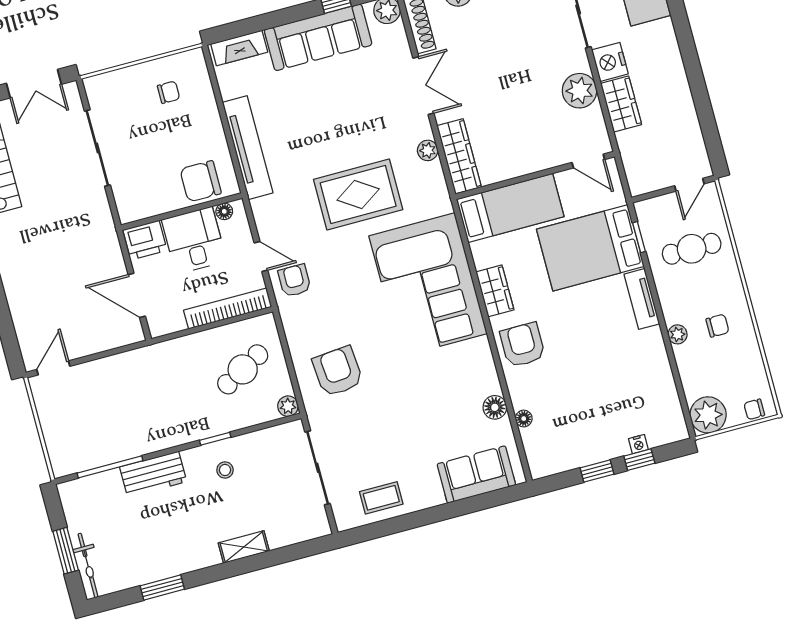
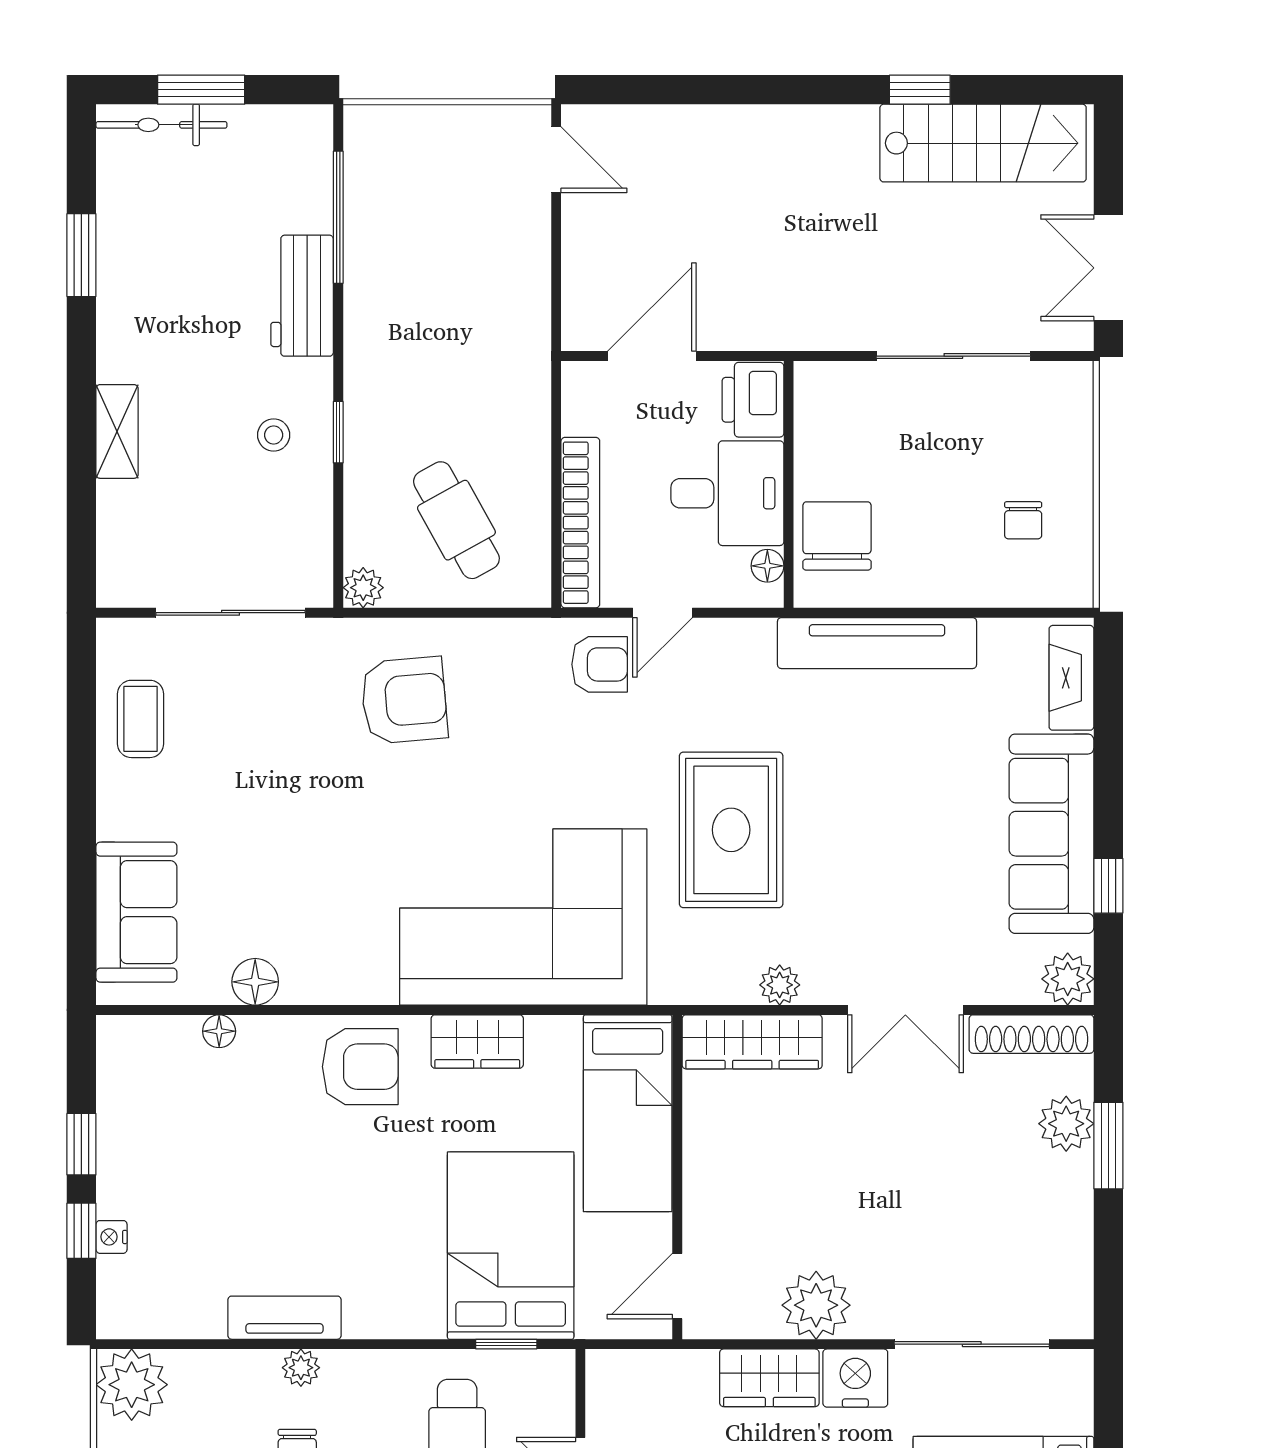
tv unit: (642, 299) -> (284, 1318), moved

